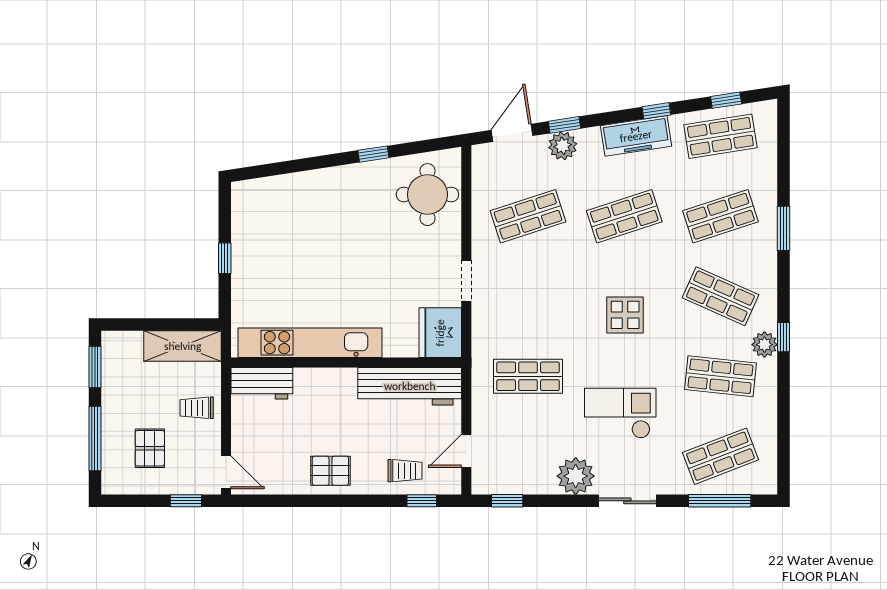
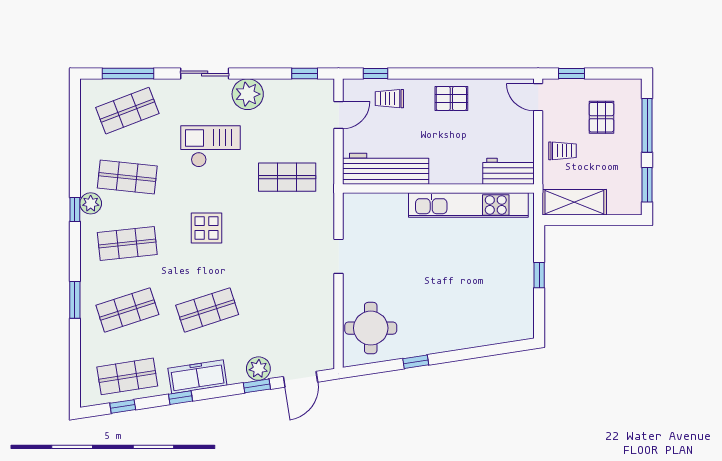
shop shelf: (528, 216) -> (287, 310), removed
shop shelf: (720, 296) -> (127, 244), turned -30
fridge: (440, 333) -> (360, 213), removed
checkout: (620, 413) -> (211, 146), turned 180

